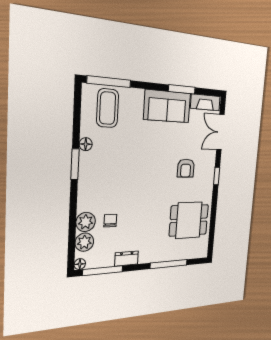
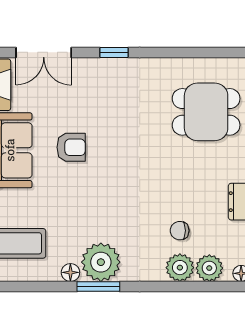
plant: (92, 166) -> (101, 262), added
armchair: (186, 168) -> (71, 147), moved
dining table: (189, 220) -> (206, 112), moved, turned 90

